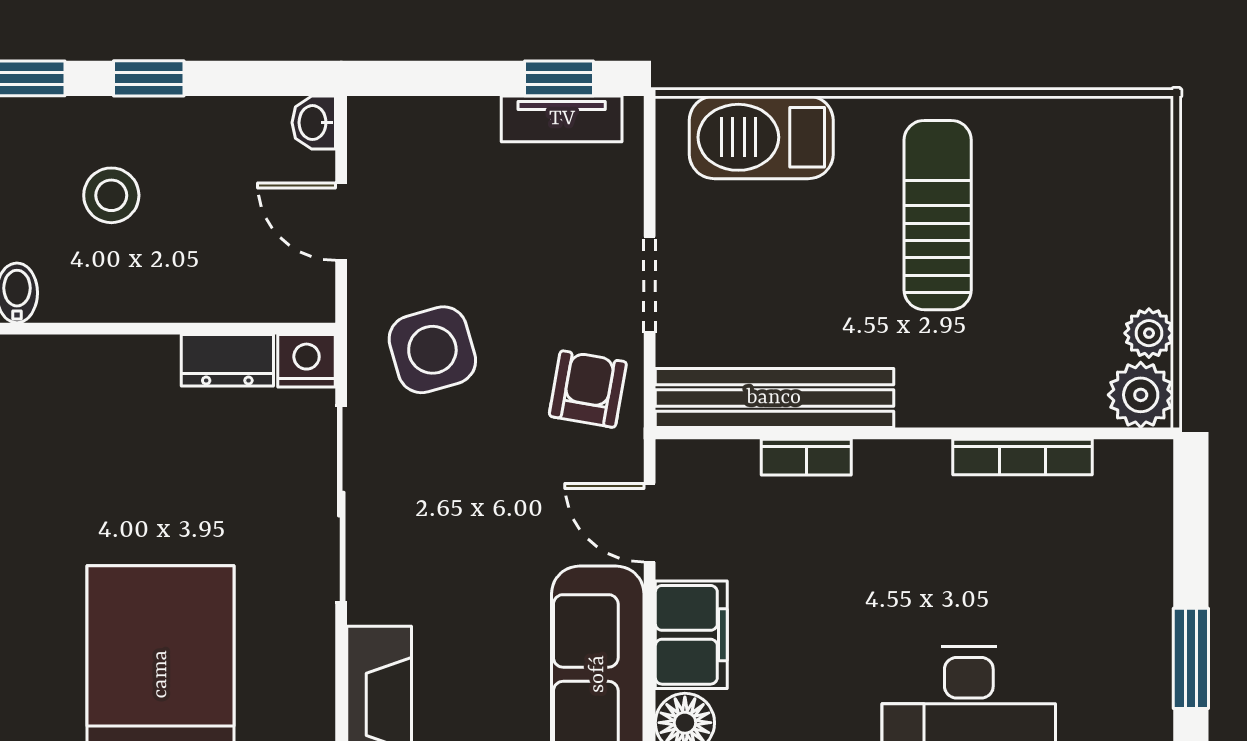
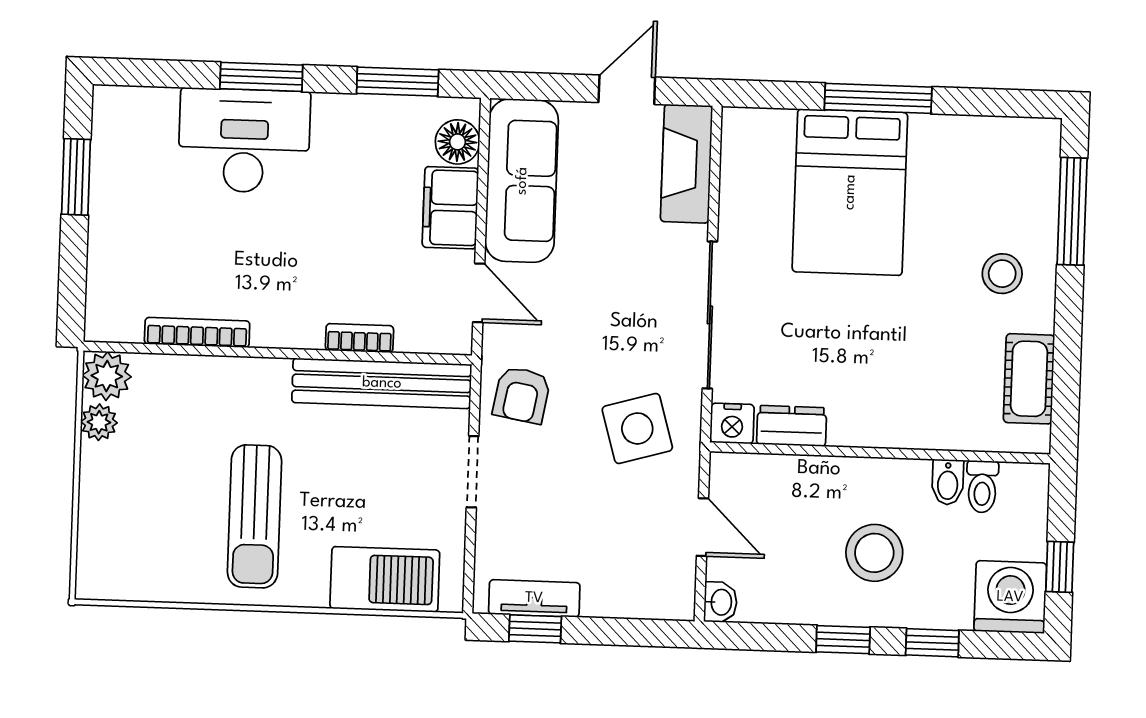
stool: (111, 195) -> (874, 553), width x1.38, depth x1.38

